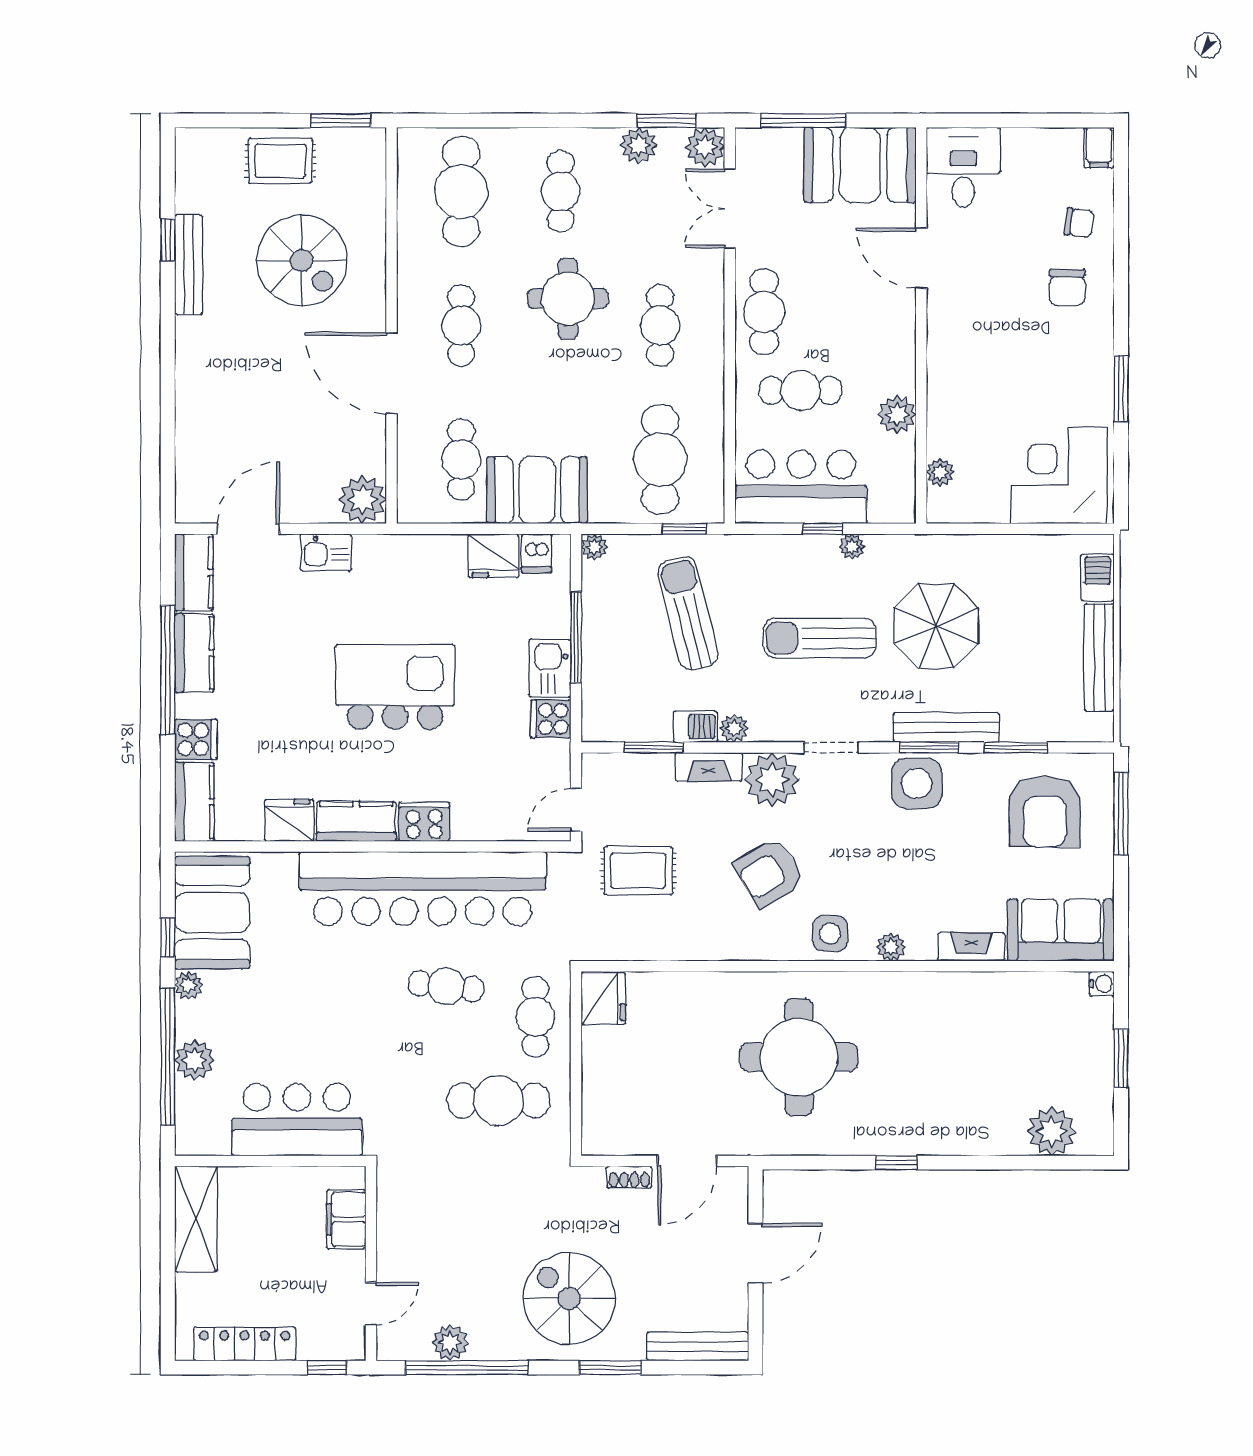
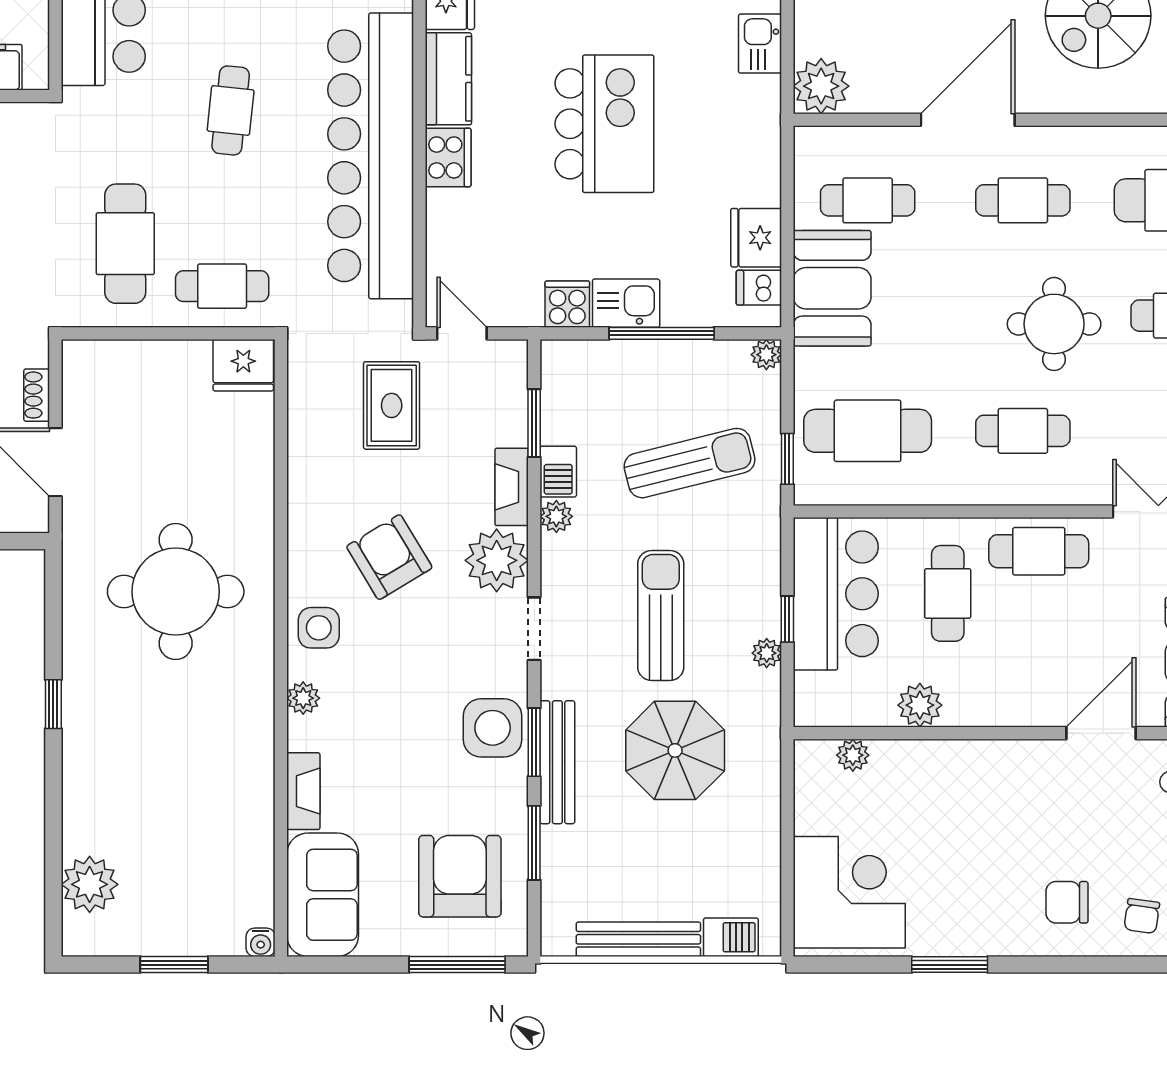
armchair: (1045, 812) -> (460, 876), turned 90
cafe table: (446, 986) -> (231, 110), moved

